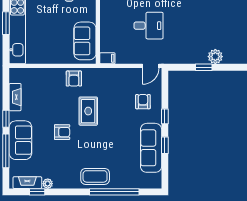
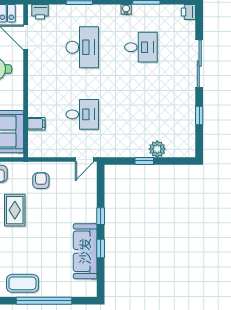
filing cabinet: (107, 58) -> (36, 124), moved
armchair: (143, 102) -> (41, 181), moved

